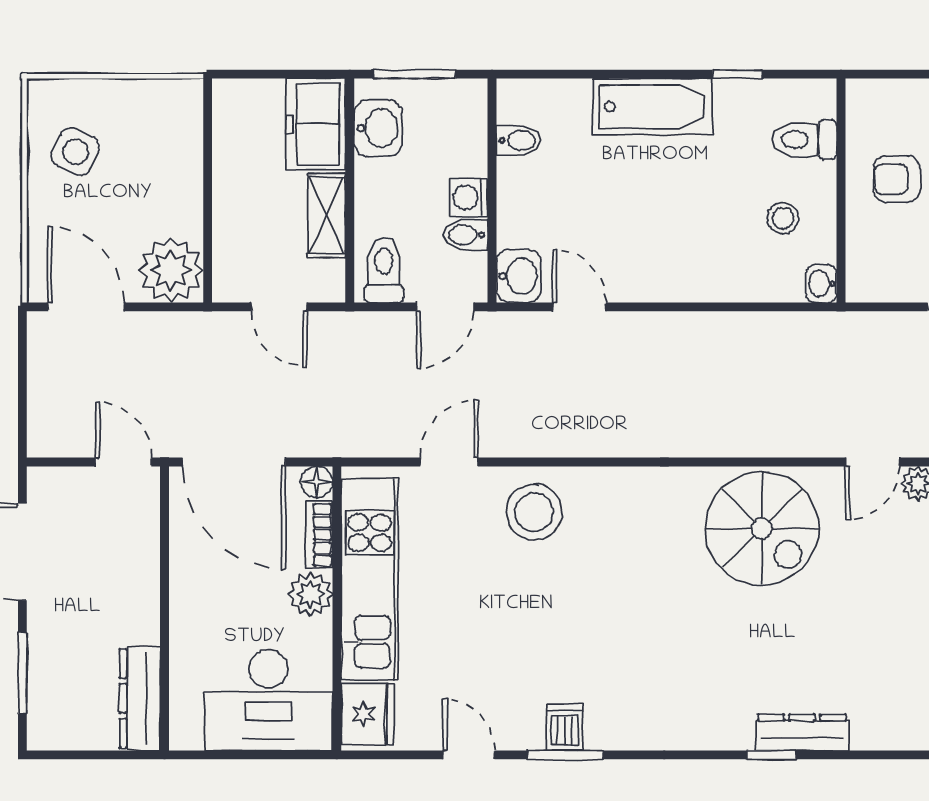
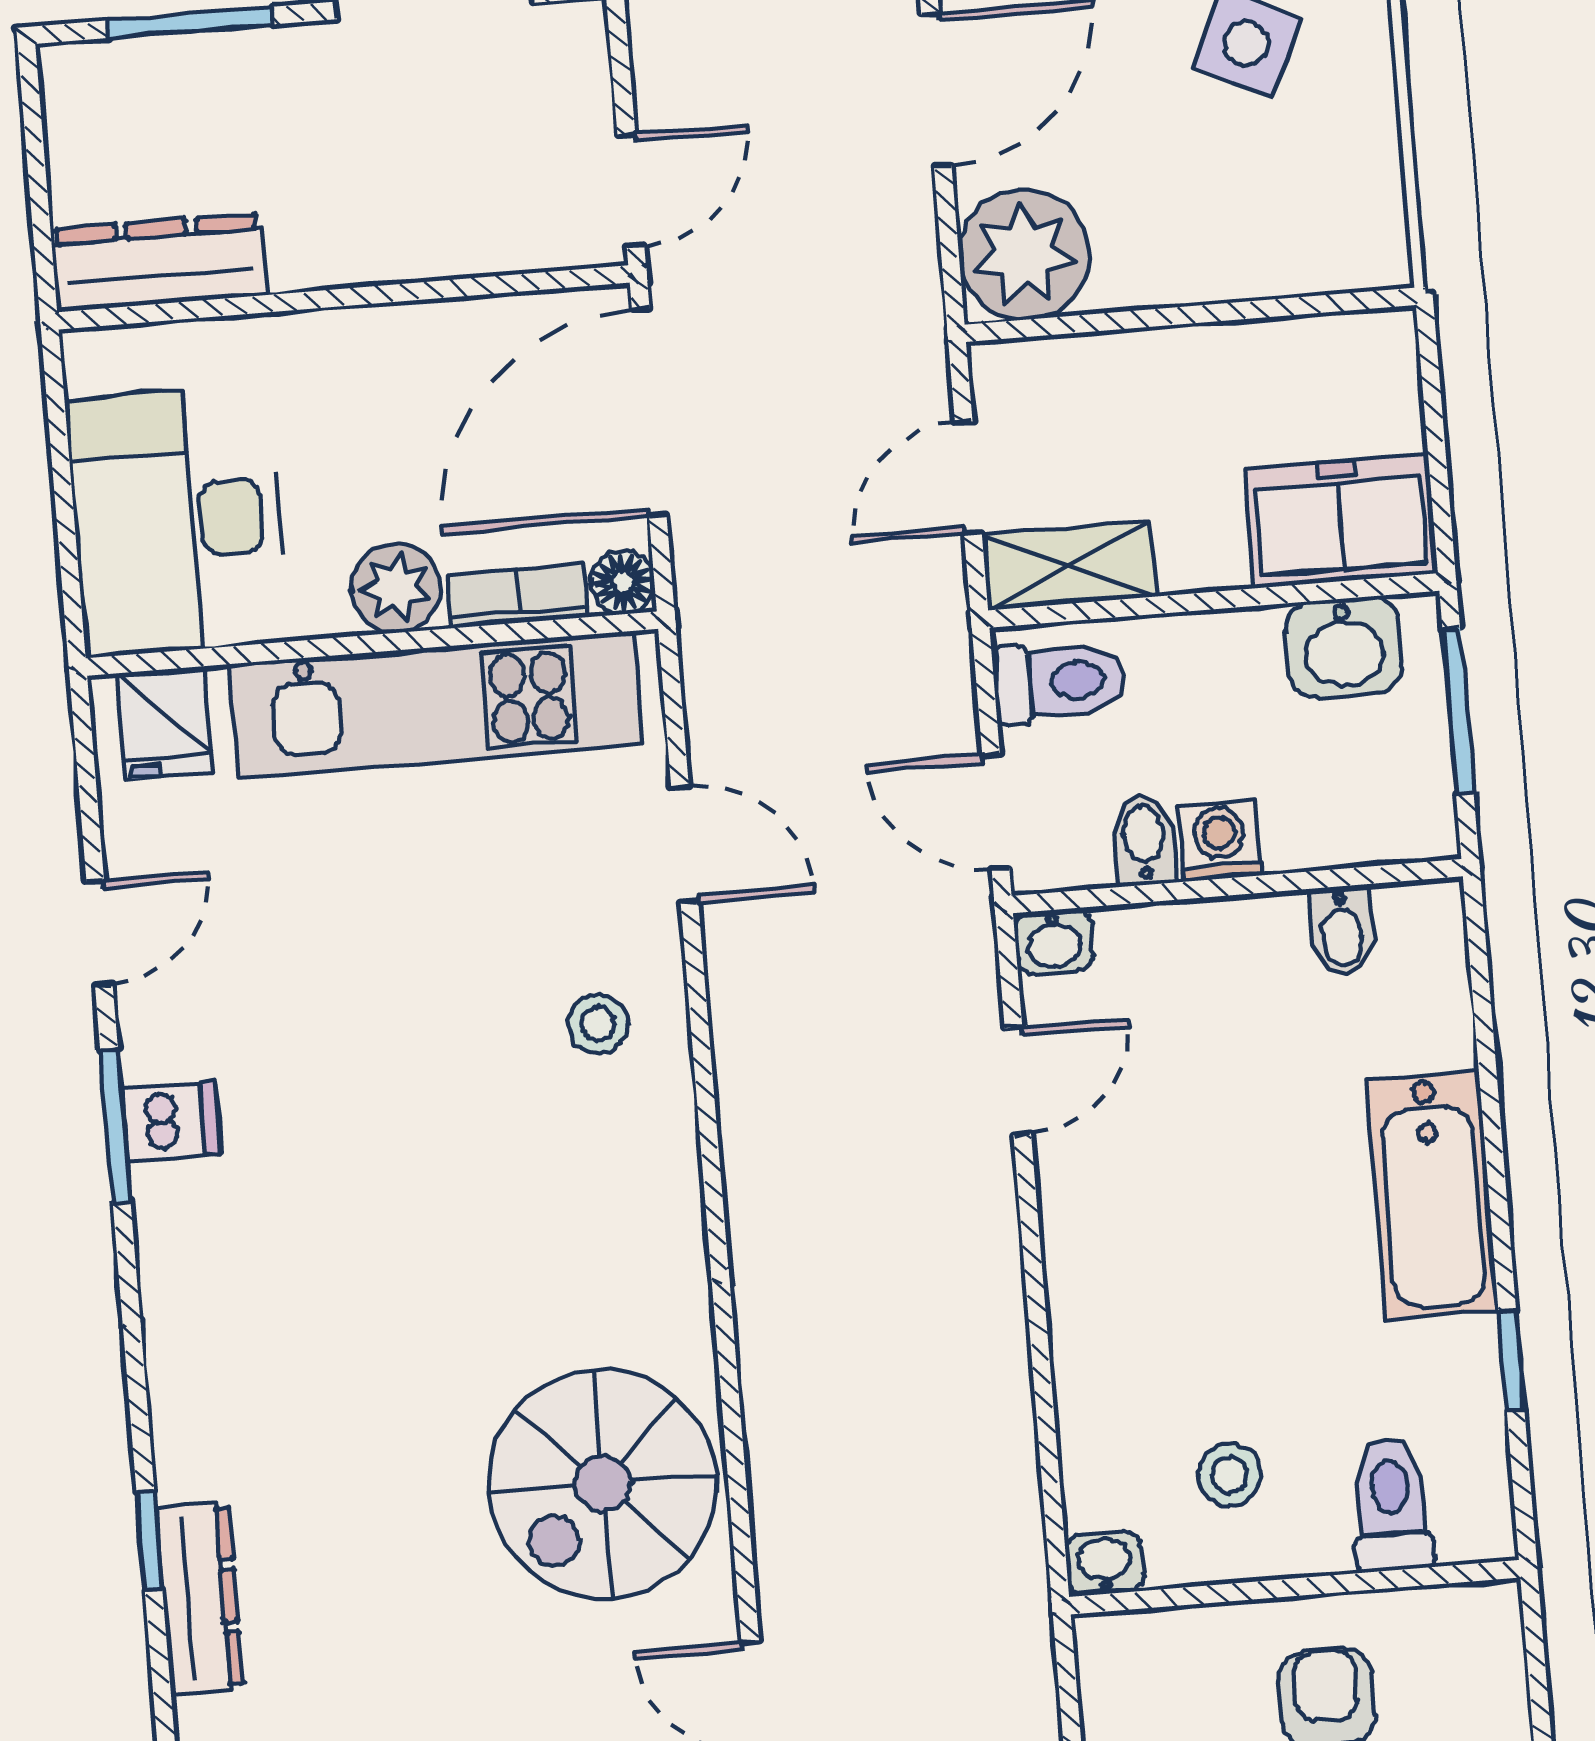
shelving: (327, 215) -> (1069, 566), moved
washbasin: (519, 276) -> (1054, 941), width x0.72, depth x0.69
stool: (534, 512) -> (598, 1024), width x0.53, depth x0.53
fridge: (368, 714) -> (165, 723), width x0.72

